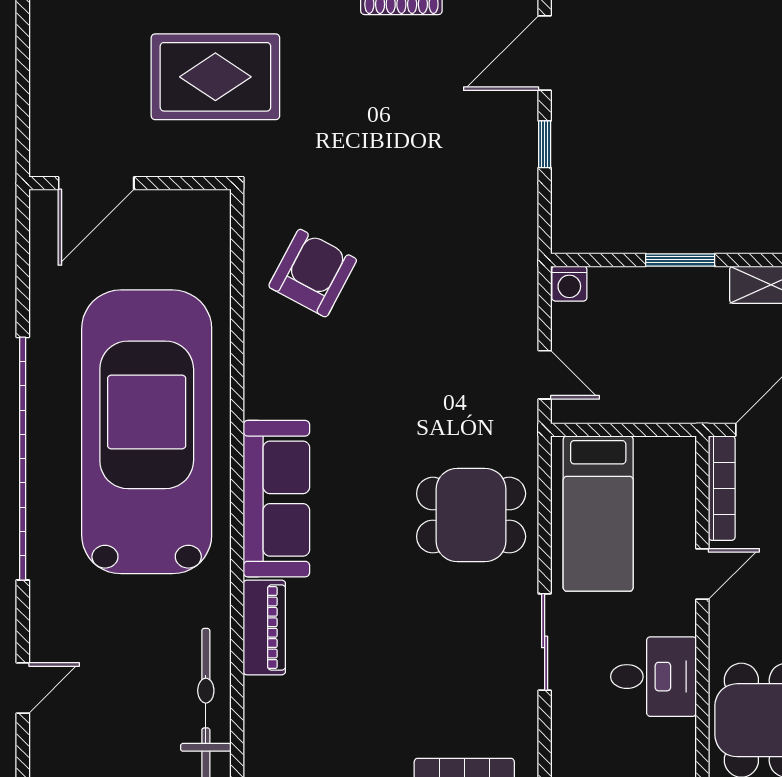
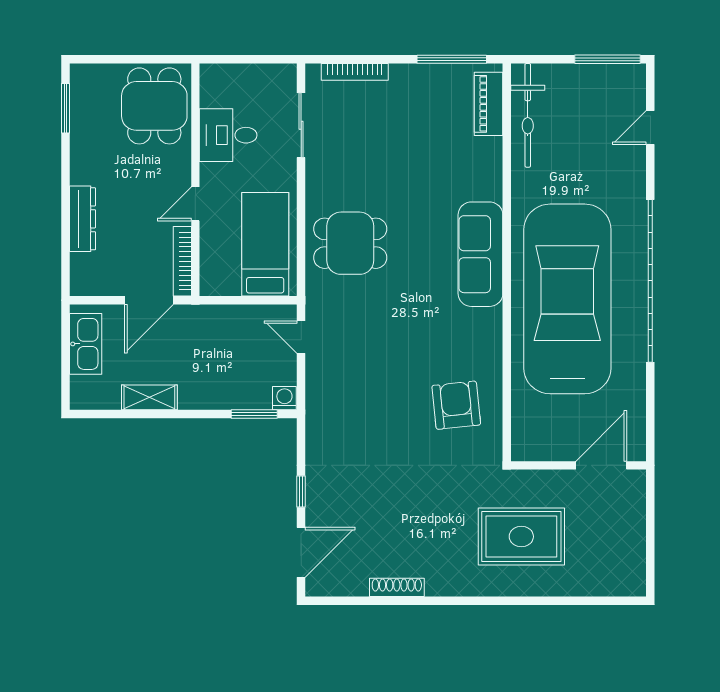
window: (680, 260) -> (254, 414), moved
armchair: (313, 273) -> (456, 405), turned 146
car: (147, 432) -> (567, 299), turned 180
piano: (264, 627) -> (489, 104), moved
sliding door: (545, 642) -> (301, 125), moved

